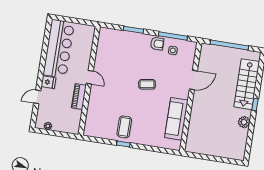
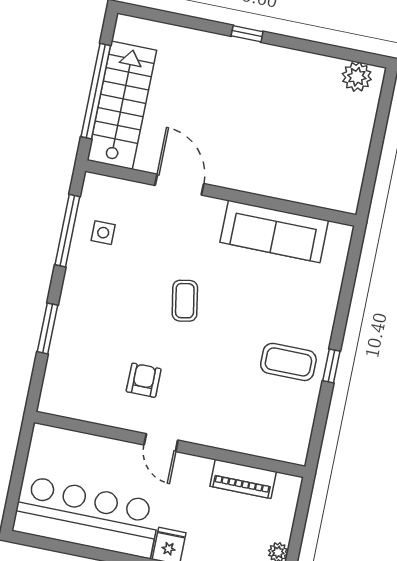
armchair: (157, 44) -> (144, 380), moved
door: (90, 77) -> (161, 443), swing flipped
stairs: (247, 84) -> (122, 105), moved, turned -90
piano: (79, 97) -> (243, 479), moved
plant: (244, 122) -> (357, 77), moved

